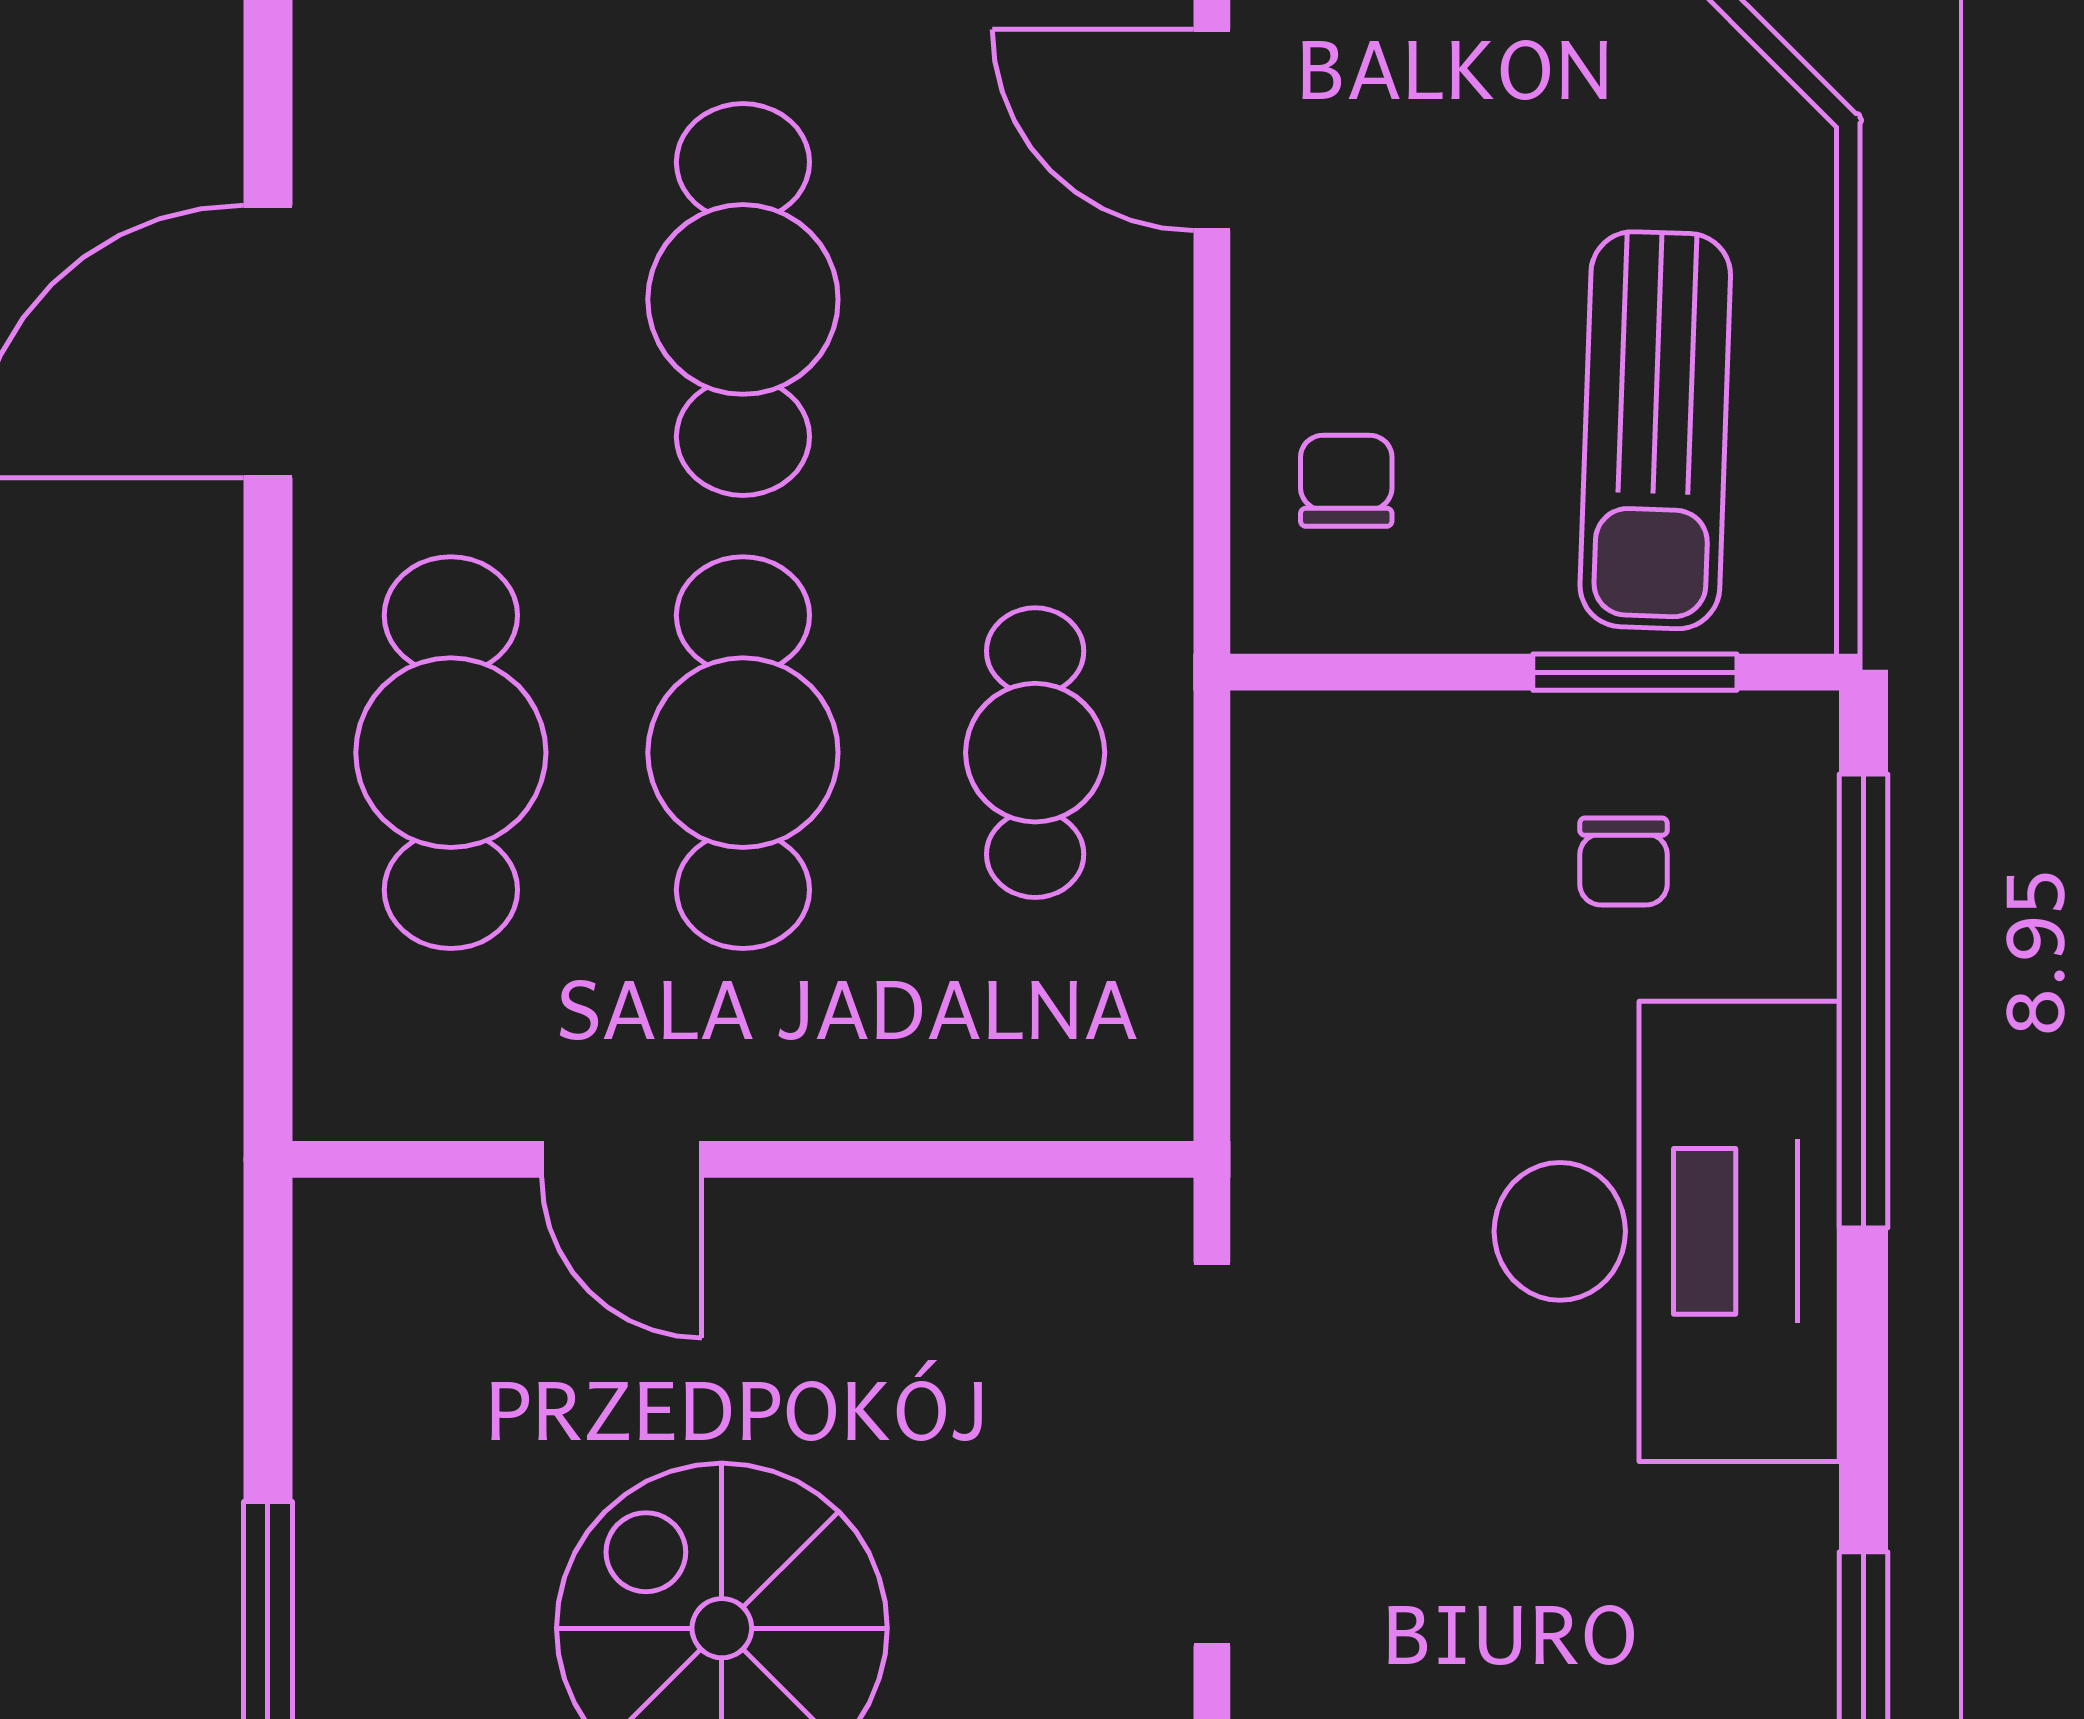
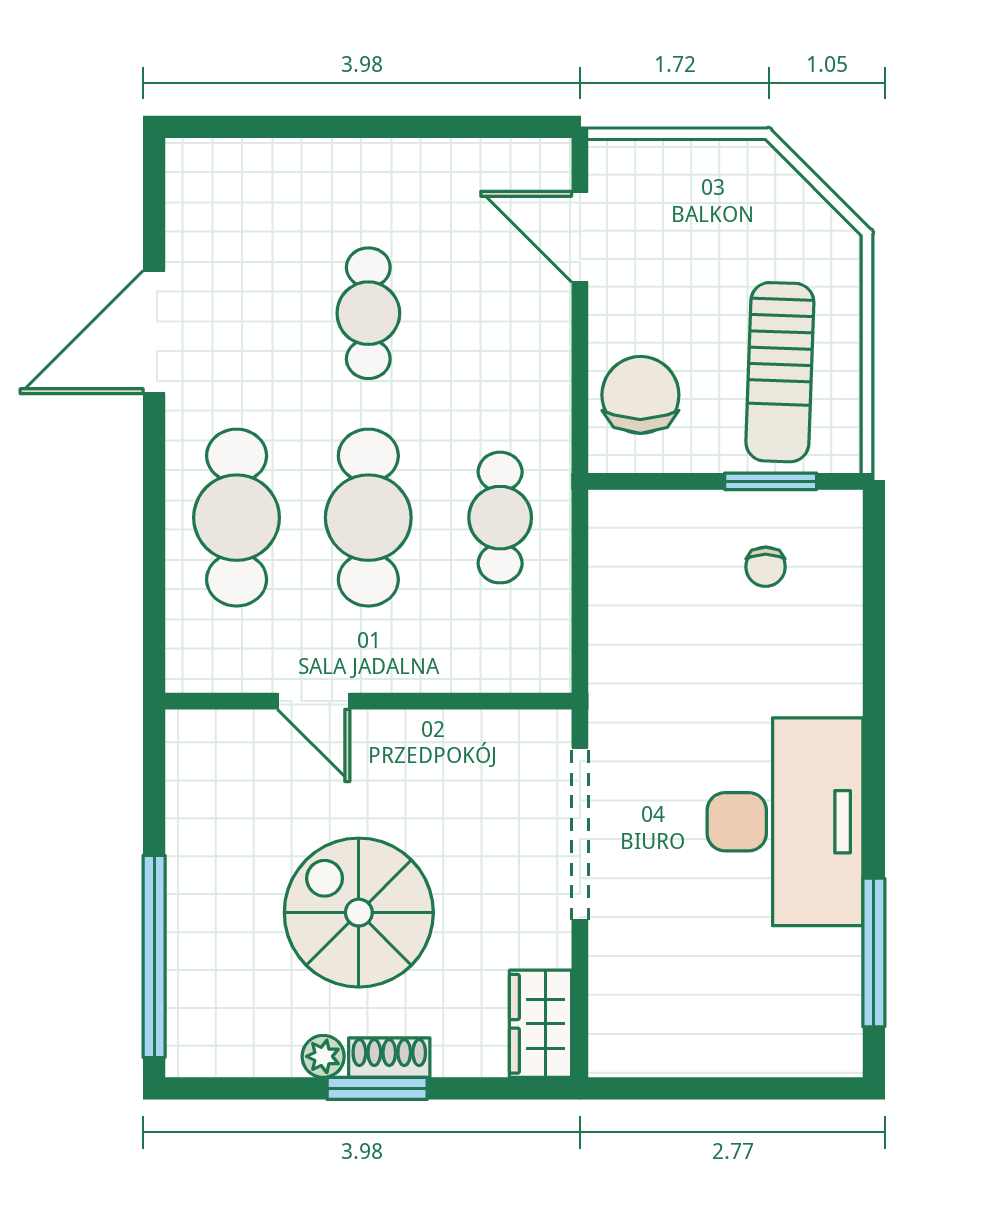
cafe table: (743, 299) -> (368, 313), width x0.73, depth x0.74
chair: (1346, 481) -> (640, 395), width x1.87, depth x1.87
window: (1863, 1001) -> (874, 630), removed
desk: (1667, 1231) -> (785, 822), moved

